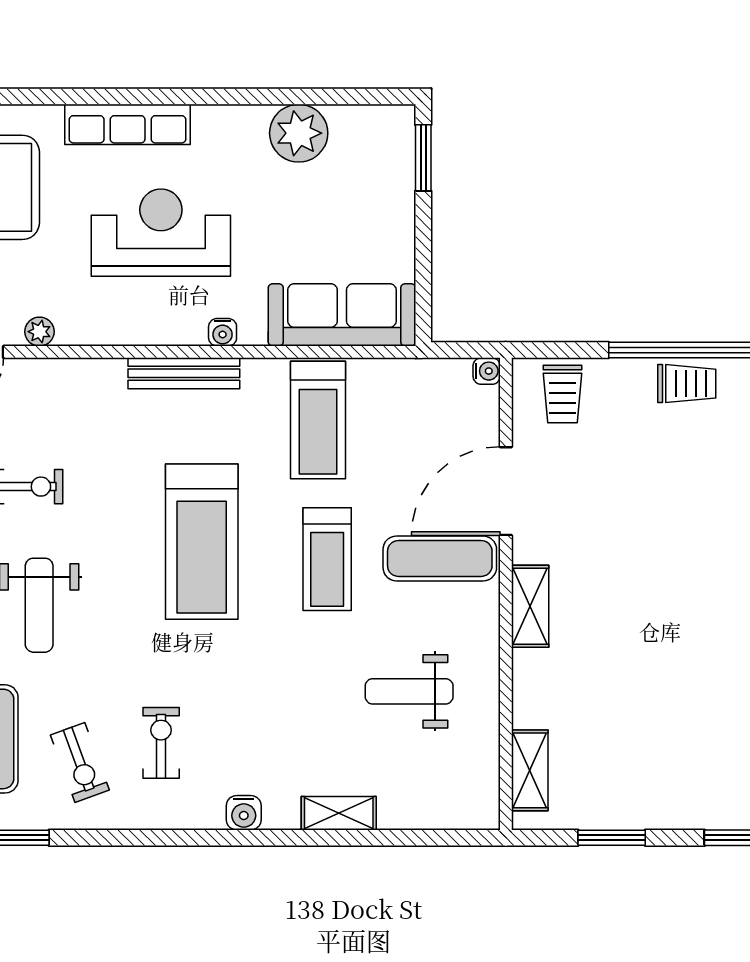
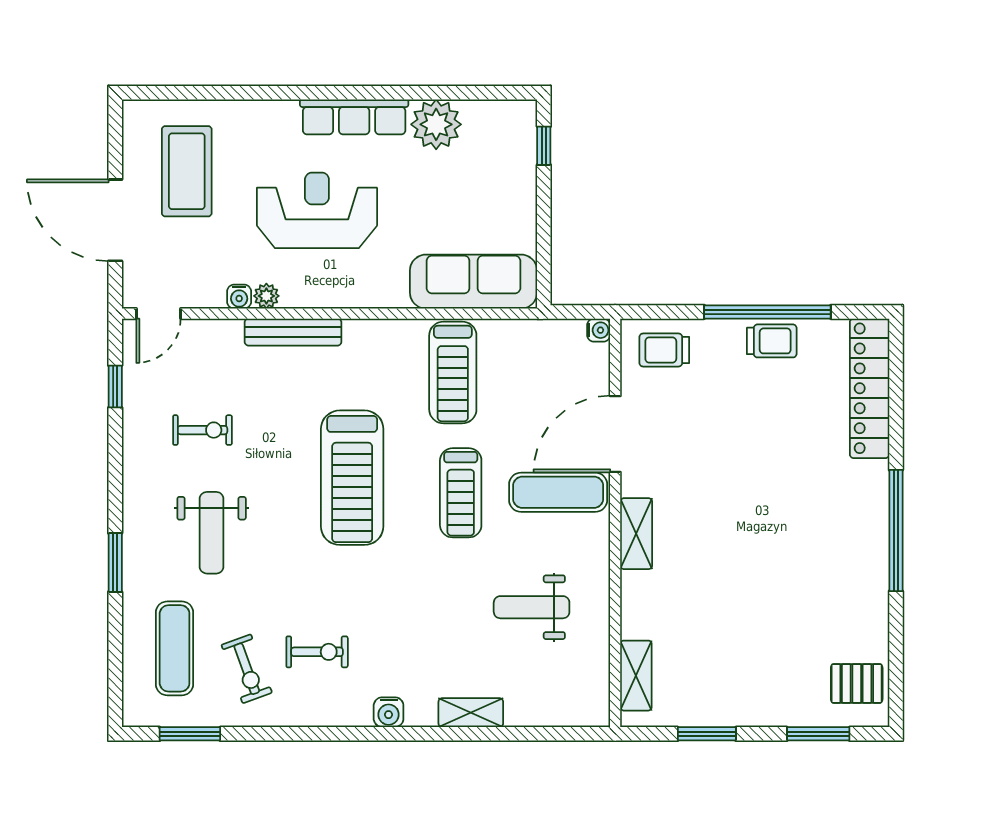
row of seats: (128, 124) -> (354, 117), moved
window: (423, 158) -> (544, 146), width x0.67
plant: (39, 332) -> (266, 296), moved
water cooler: (223, 332) -> (239, 297), moved
bench: (184, 373) -> (293, 332), moved
trolley: (563, 394) -> (664, 350), turned 90
exercise bike: (161, 743) -> (317, 652), turned 90

